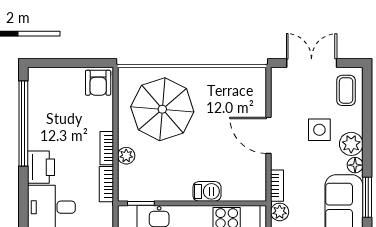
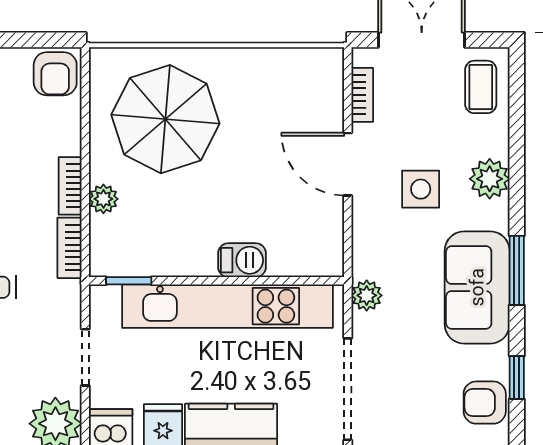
side table: (319, 130) -> (421, 189), moved
floor lamp: (355, 165) -> (496, 215), removed
bookcase: (277, 186) -> (362, 95), moved

